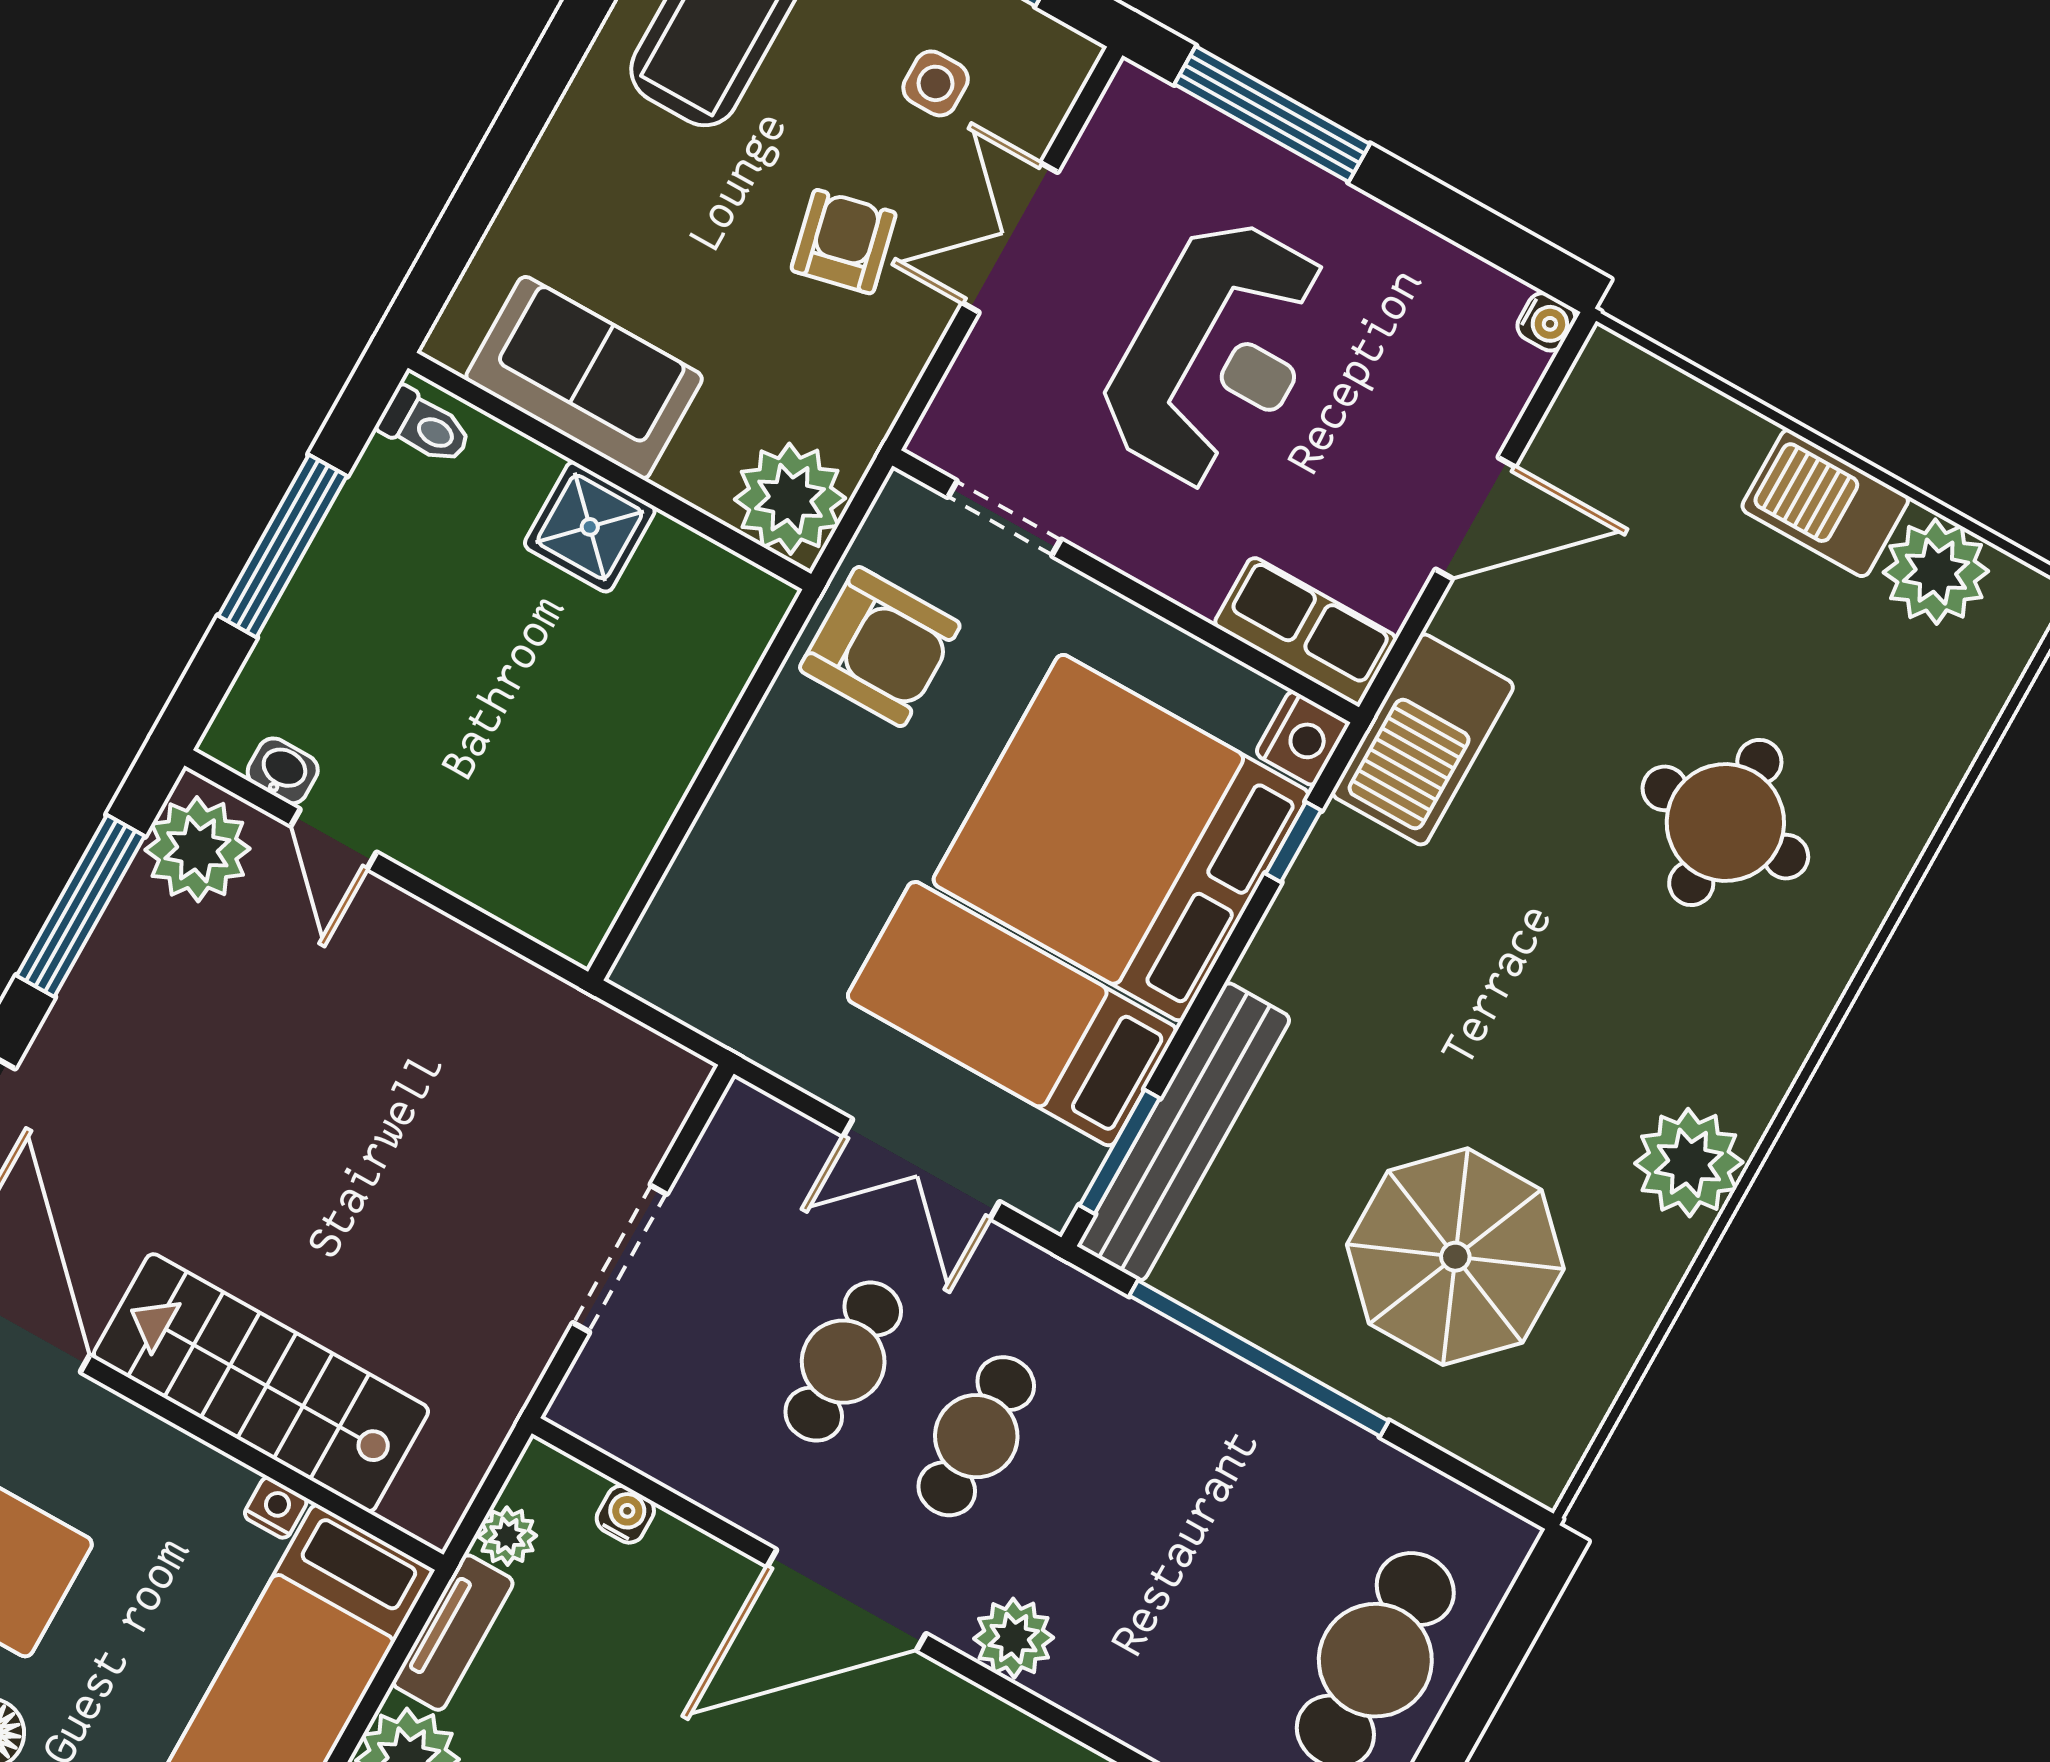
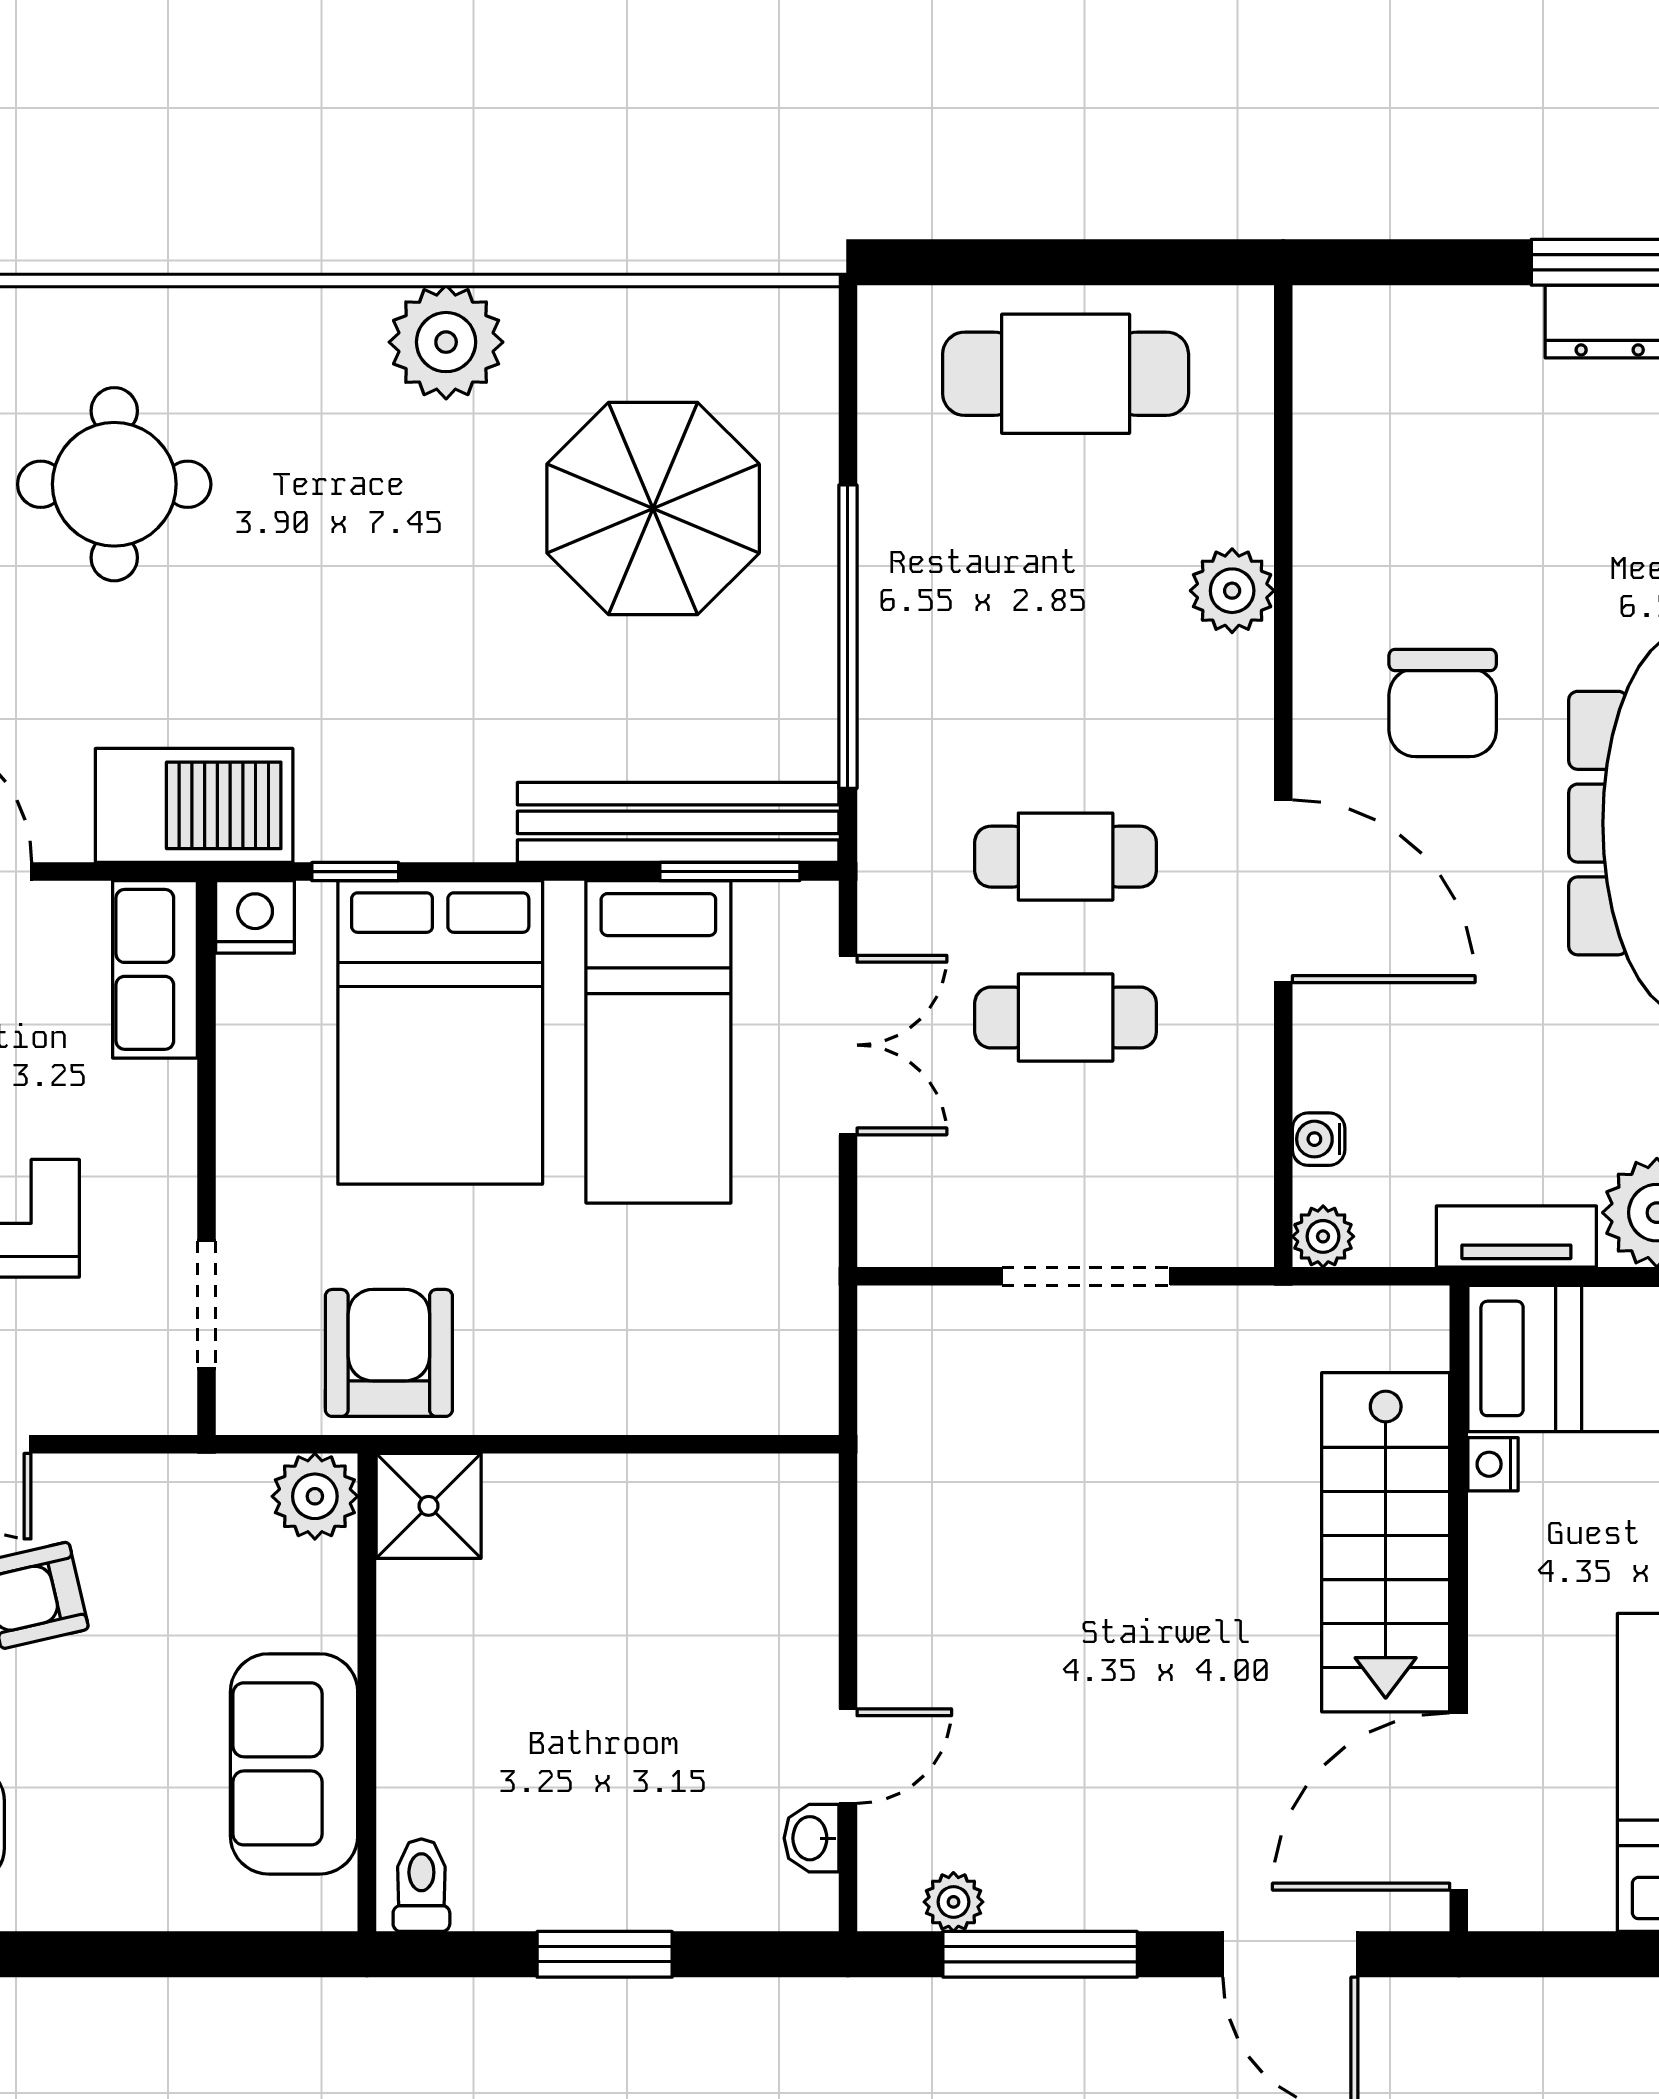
plant: (790, 499) -> (315, 1496), width x0.73, depth x0.73
shower: (590, 527) -> (429, 1506), moved
window: (283, 546) -> (605, 1954), width x0.69
bed: (1121, 838) -> (440, 1032), width x0.73
plant: (197, 849) -> (953, 1902), width x0.53, depth x0.53
plant: (507, 1536) -> (1323, 1236), moved
plant: (1014, 1638) -> (1232, 591), moved

